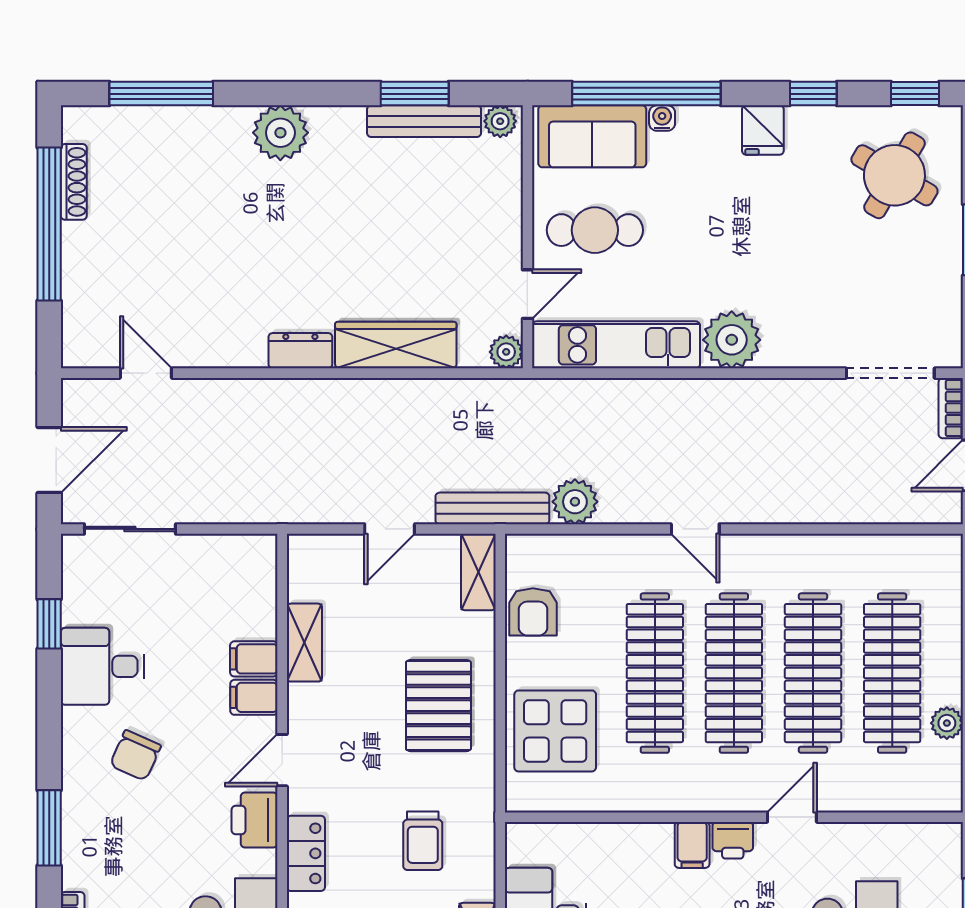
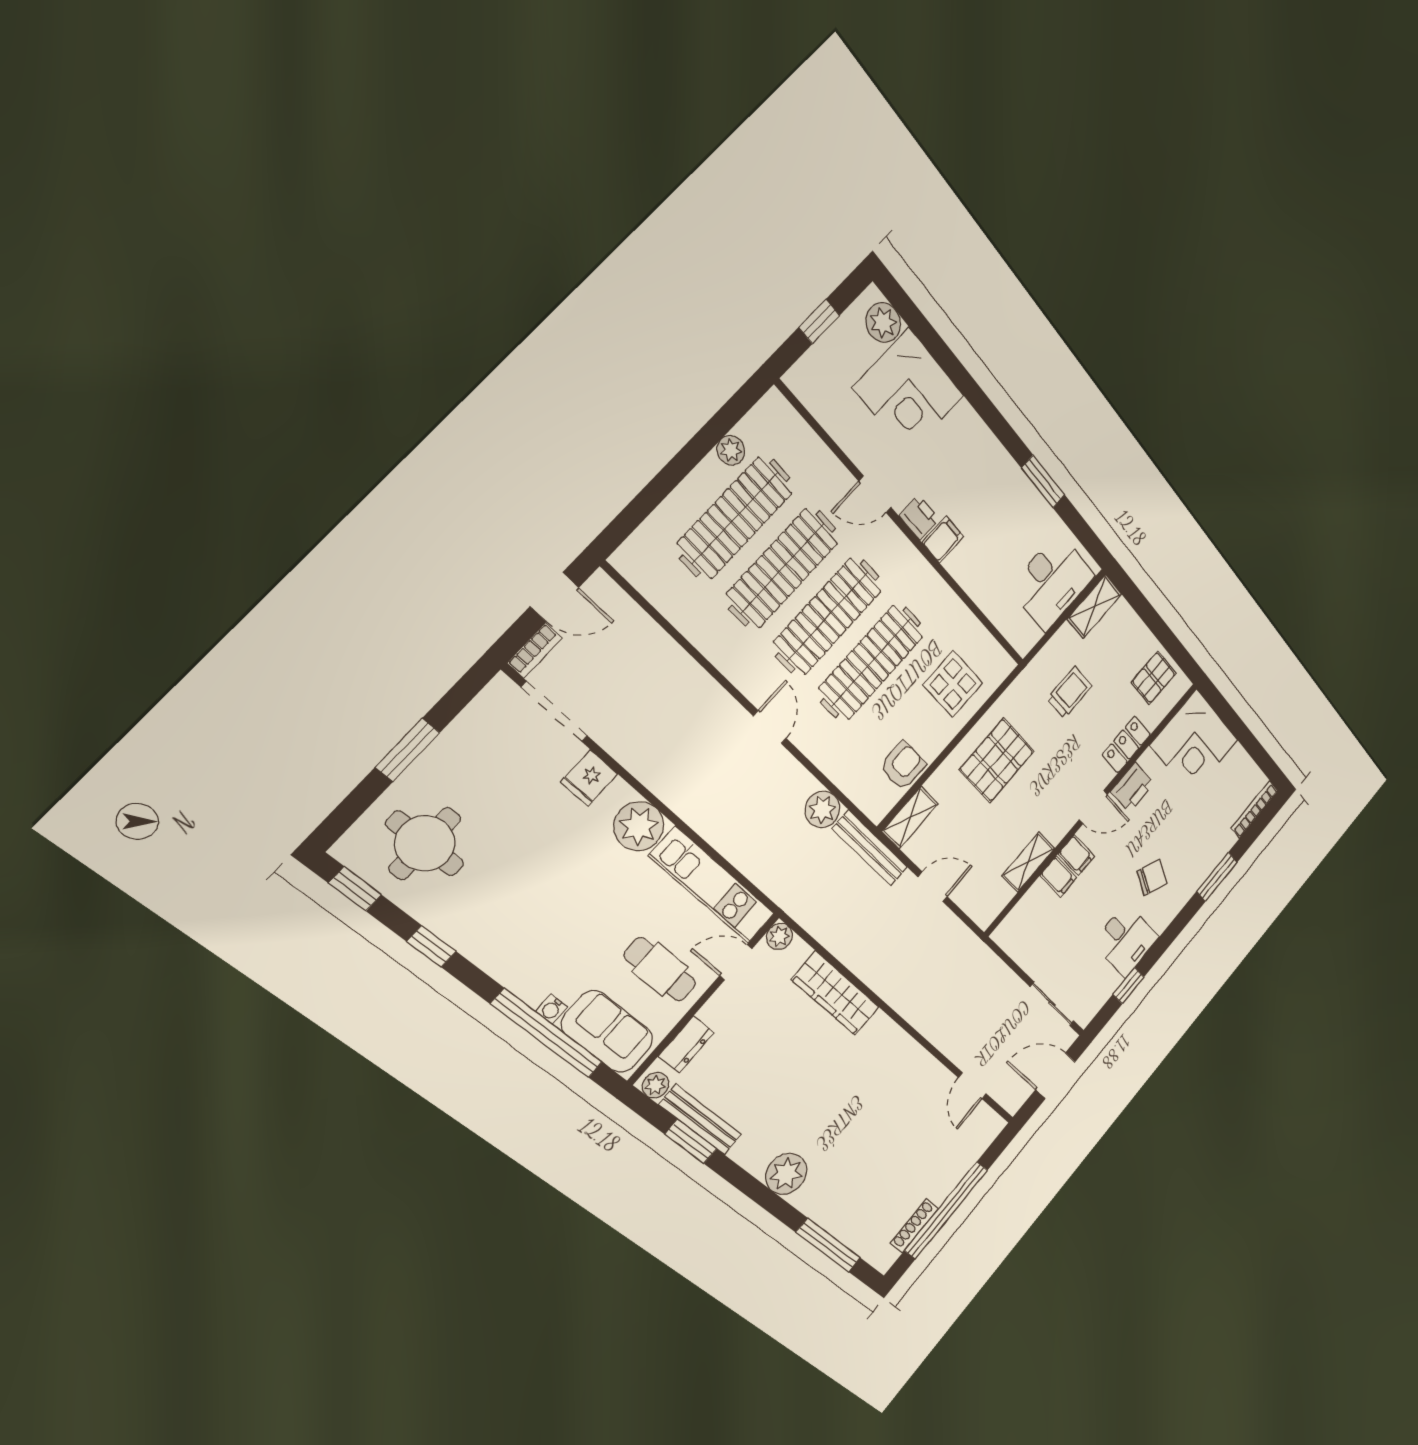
fridge: (763, 130) -> (589, 778), moved, turned 180
round table: (894, 175) -> (425, 843), turned -30
dresser: (300, 351) -> (686, 1044), moved, turned -90
display table: (555, 731) -> (953, 684), width x0.73, depth x0.73

